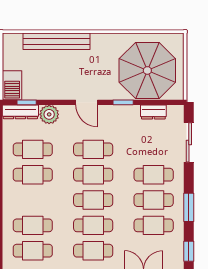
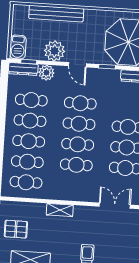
plant: (57, 87) -> (55, 51), added
cafe table: (93, 251) -> (29, 141), moved

